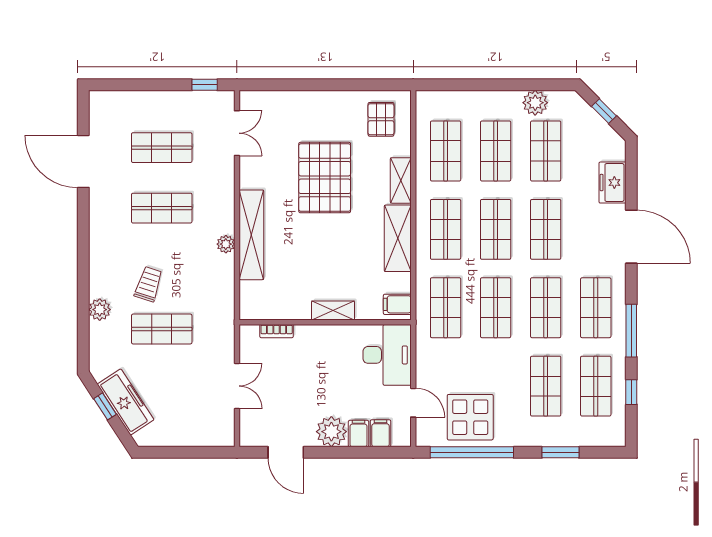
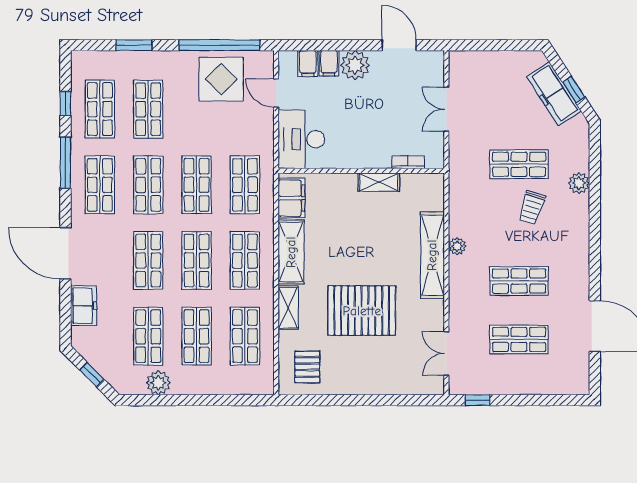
pallet: (325, 178) -> (362, 311), turned 90
filing cabinet: (397, 304) -> (292, 198), width x2.00
shelving: (333, 310) -> (379, 182), moved

